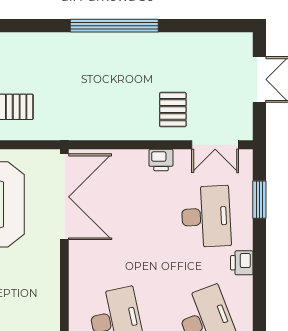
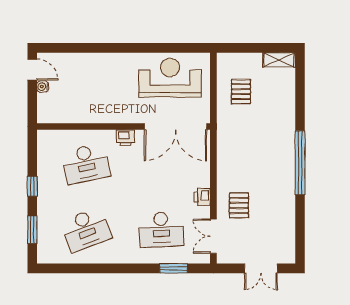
pallet: (173, 110) -> (239, 205), turned 90
printer: (242, 263) -> (125, 138), moved, turned 180

